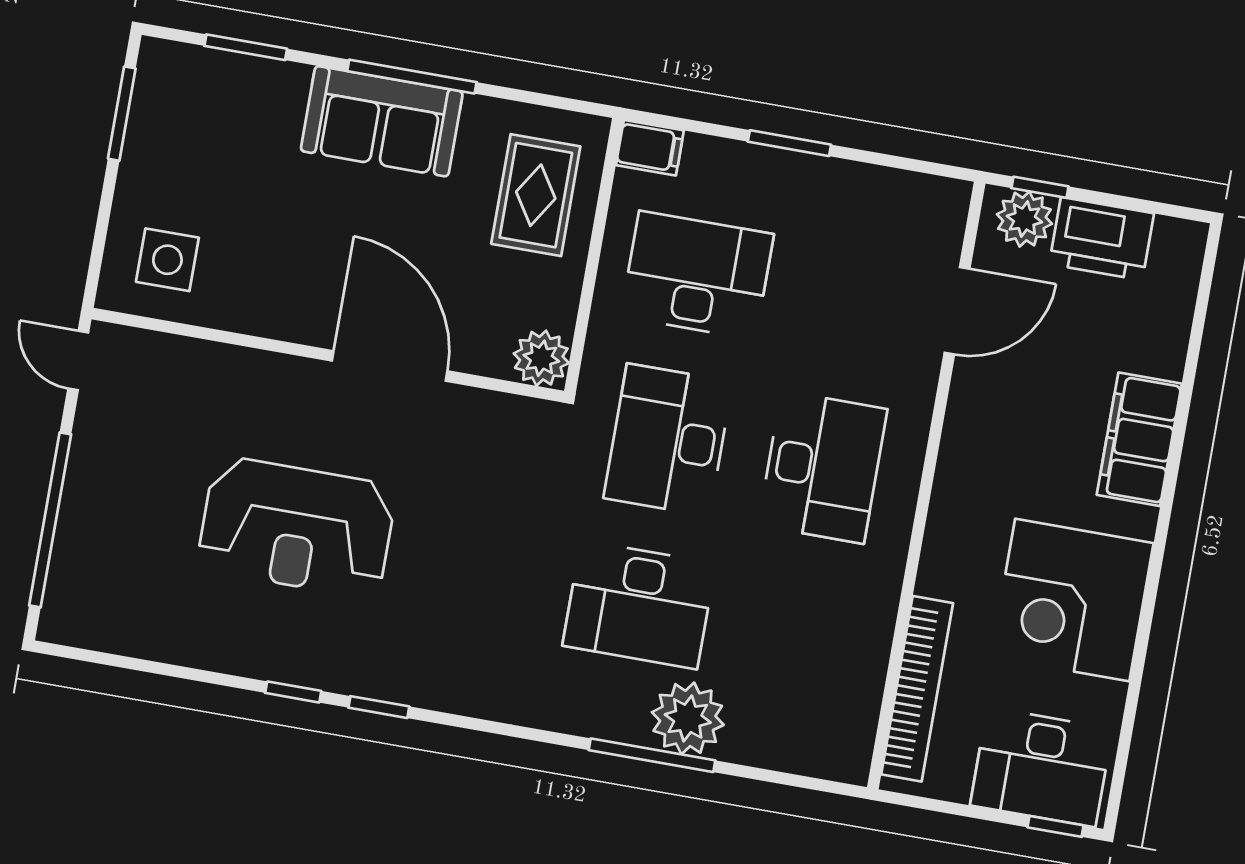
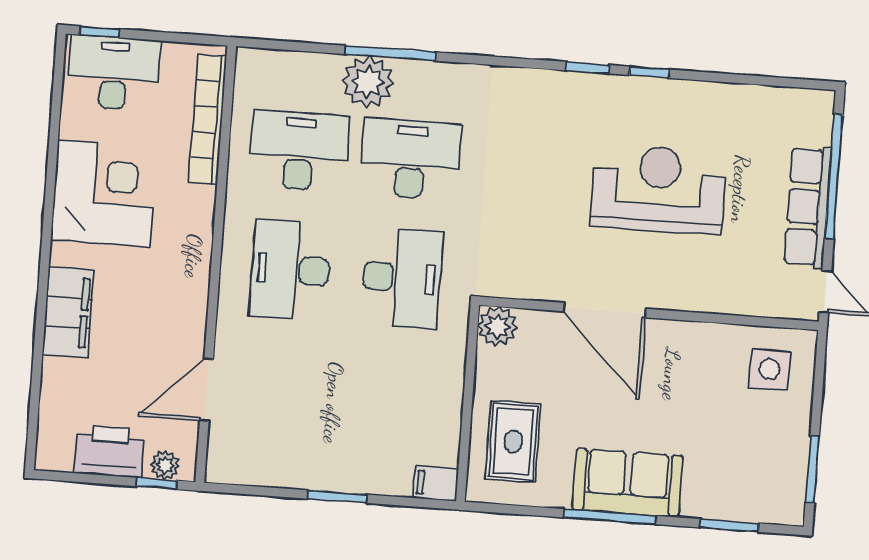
plant: (1024, 219) -> (165, 465), width x0.73, depth x0.73
desk: (697, 275) -> (299, 151), moved, turned 180
row of seats: (91, 481) -> (808, 207), added

